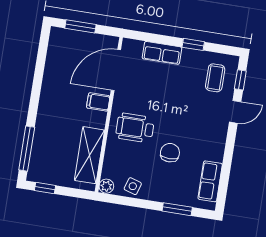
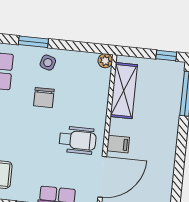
wheelchair: (135, 128) -> (78, 140), moved
side table: (133, 186) -> (48, 63), moved

